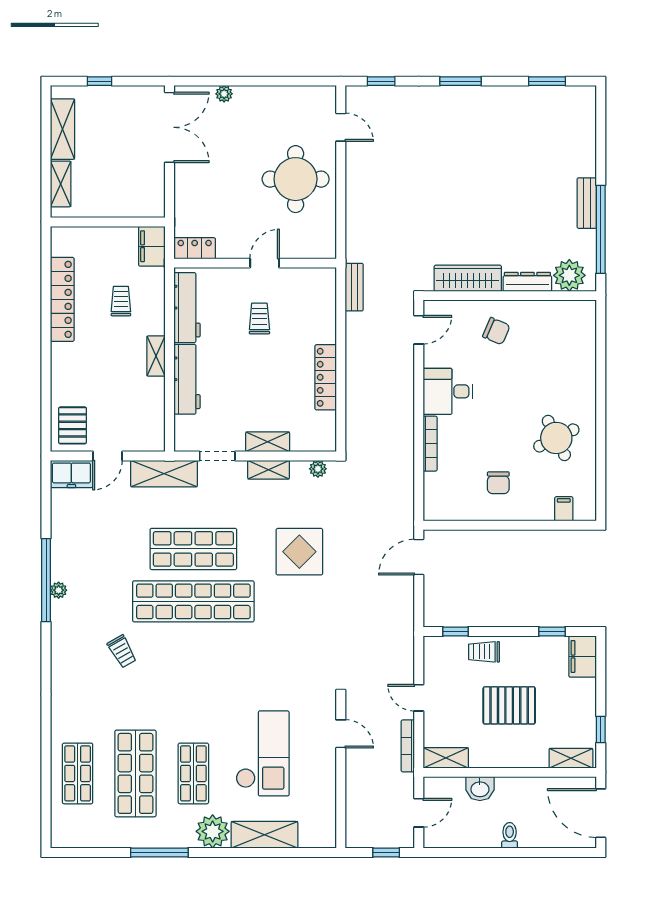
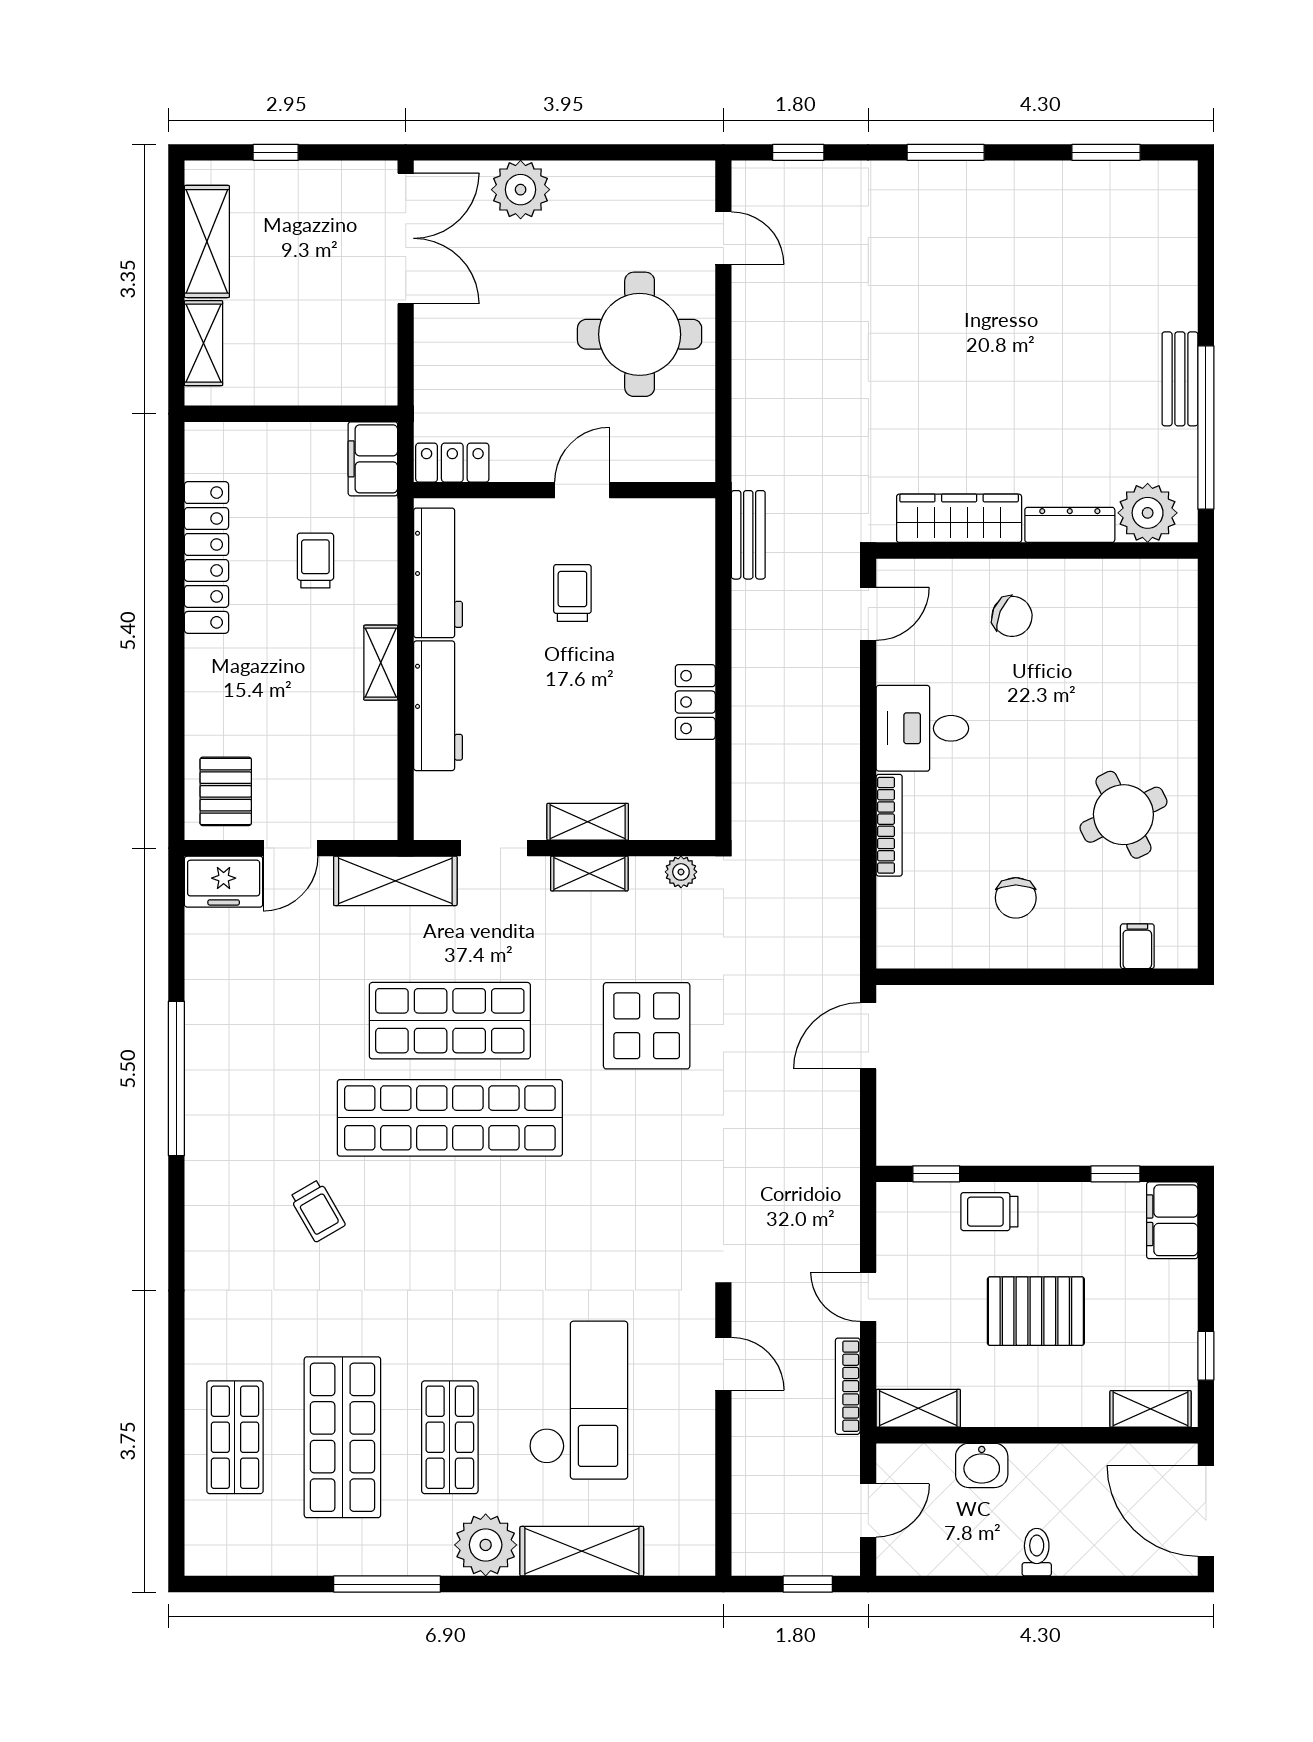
plant: (224, 94) -> (521, 190), width x1.88, depth x1.88
locker: (326, 377) -> (695, 702), width x0.66
plant: (59, 590) -> (200, 1097), removed

